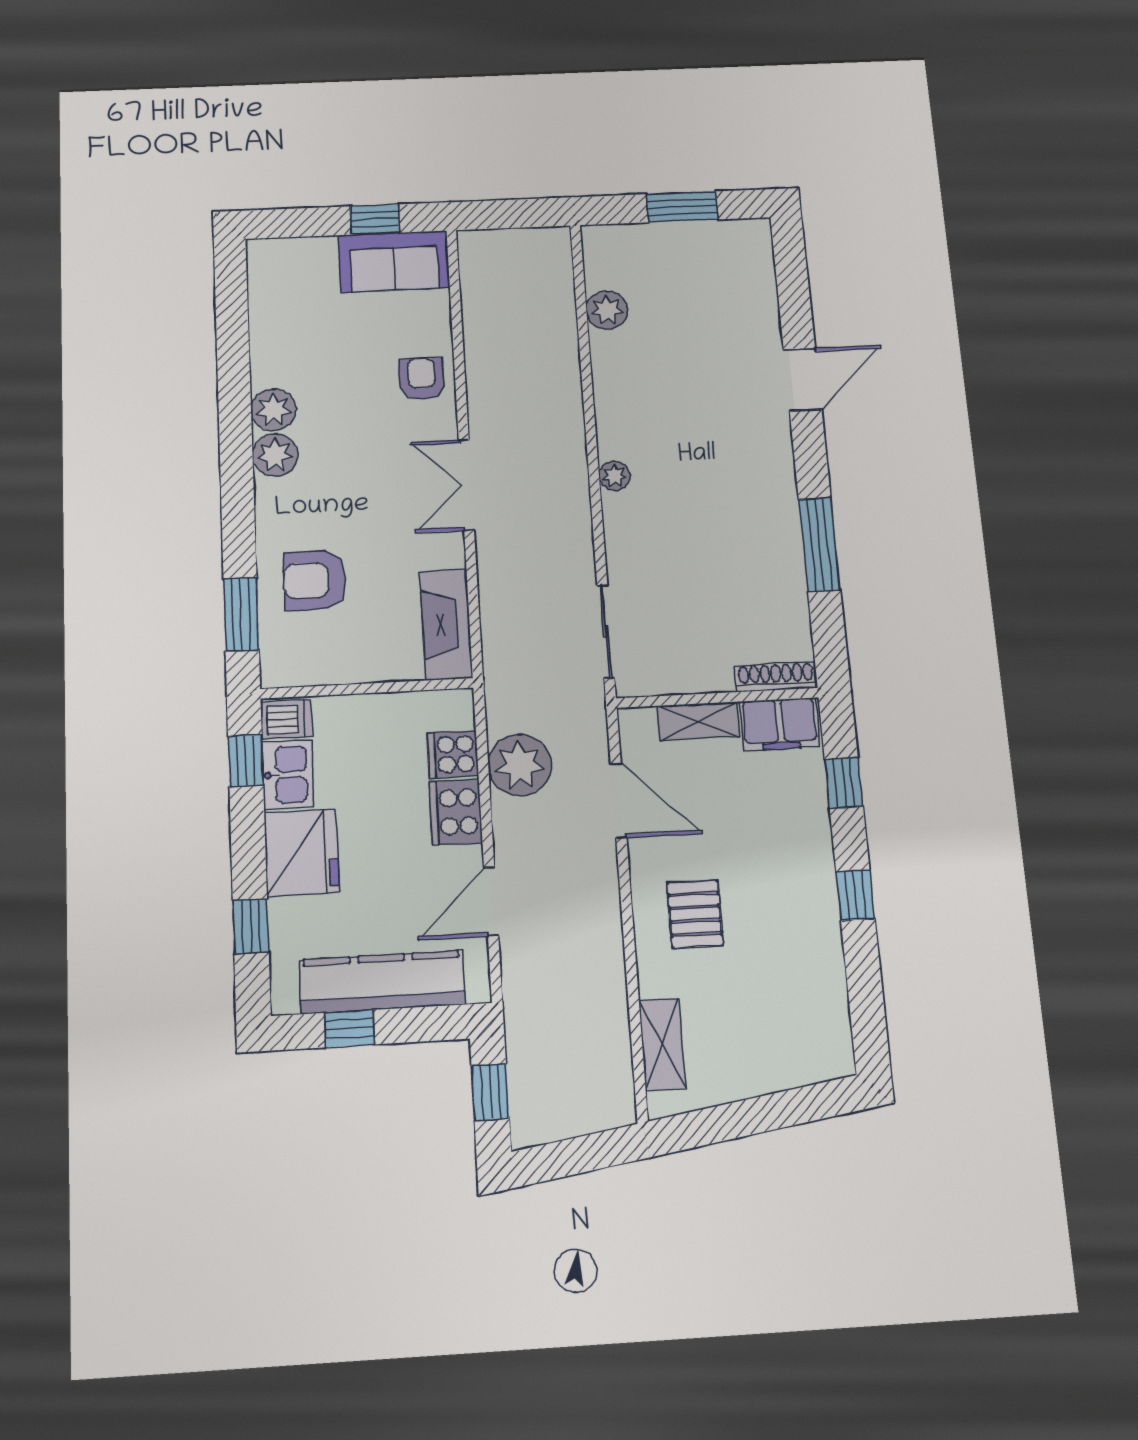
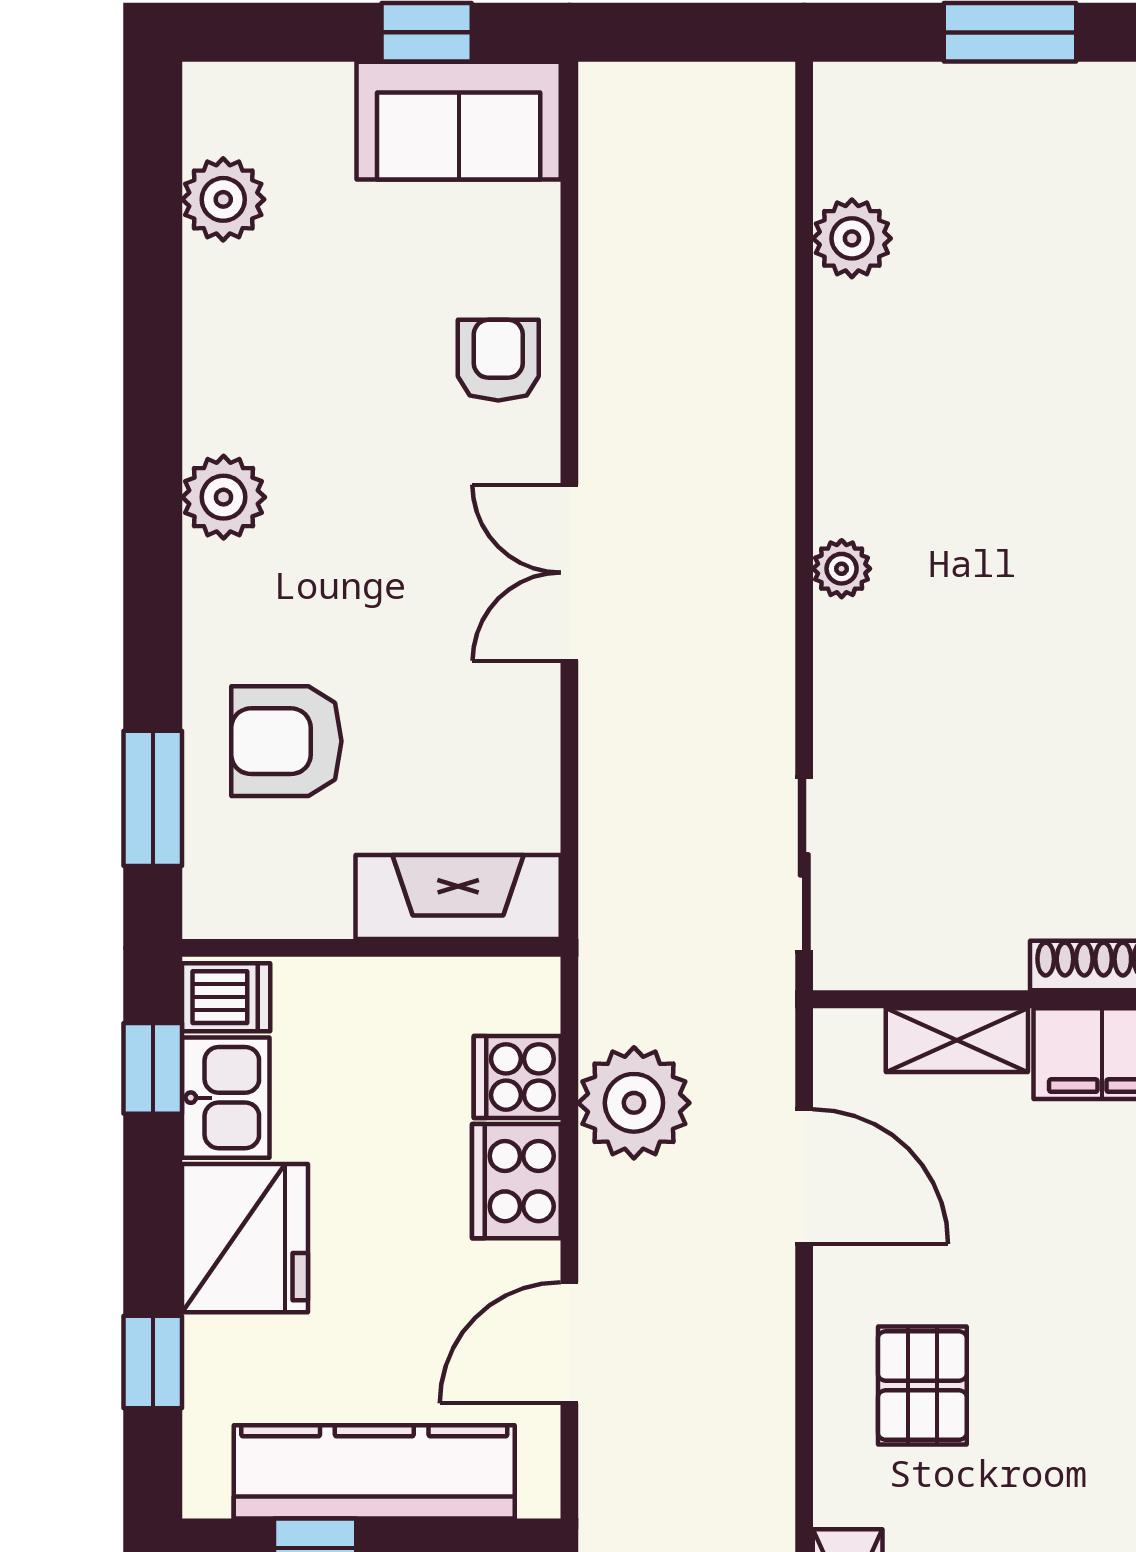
plant: (273, 410) -> (223, 199), moved
fireplace: (446, 624) -> (458, 897), moved, turned 90

